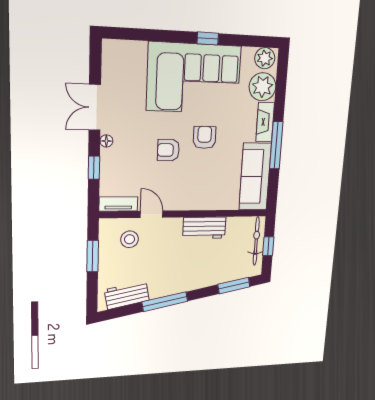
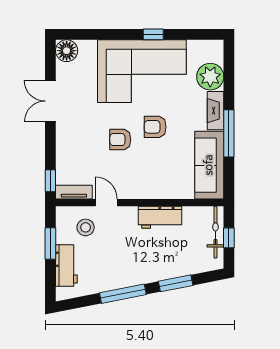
plant: (265, 58) -> (210, 50), removed
armchair: (205, 137) -> (155, 127), turned -90
floor lamp: (106, 141) -> (67, 51), moved, width x1.89, depth x1.89
window: (94, 168) -> (50, 181), moved
window: (234, 286) -> (176, 283), moved
workbench: (127, 295) -> (66, 266), moved, turned 101

